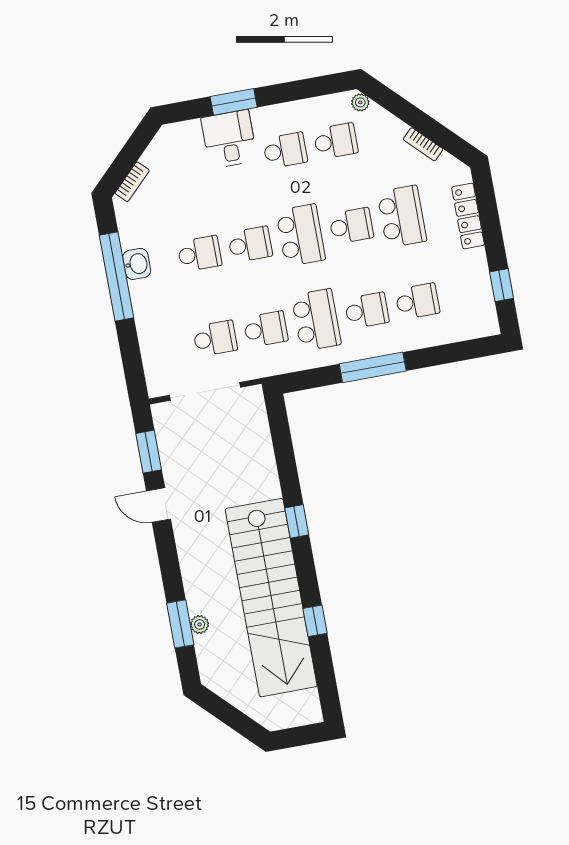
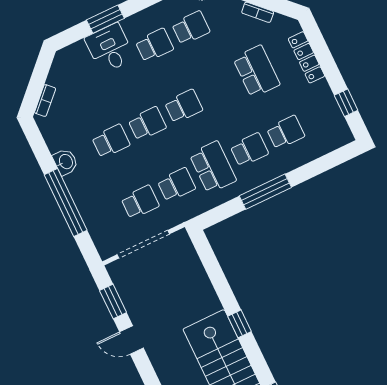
school desk: (351, 226) -> (220, 89), removed
school desk: (301, 235) -> (184, 106), width x0.54
window: (117, 277) -> (66, 203), moved

